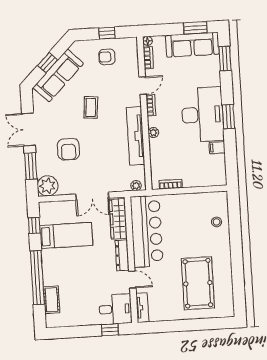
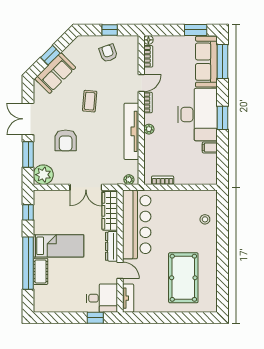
sofa: (192, 45) -> (206, 62), moved, turned 90
armchair: (107, 57) -> (108, 53), turned 71
window: (225, 59) -> (223, 61), width x1.44
sofa: (58, 76) -> (55, 73), width x0.73
bed: (66, 235) -> (58, 246), moved
cot: (52, 300) -> (41, 271), moved

